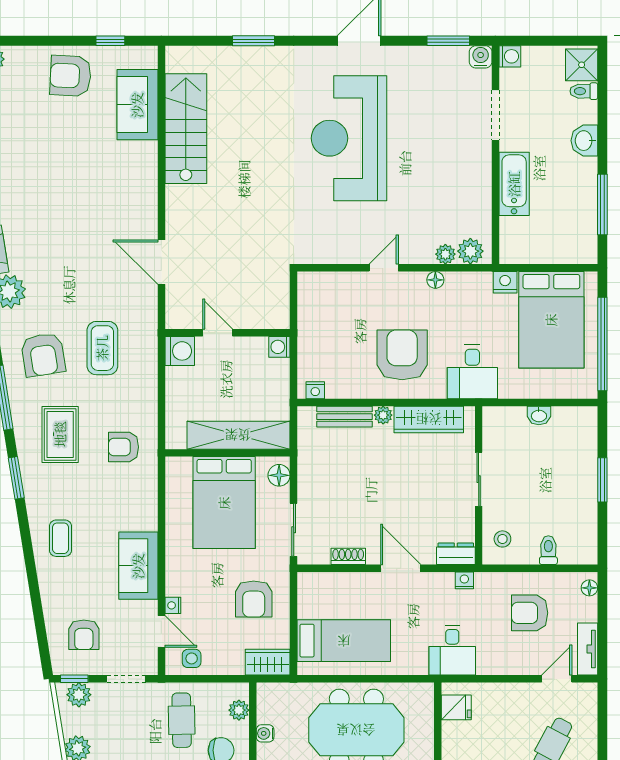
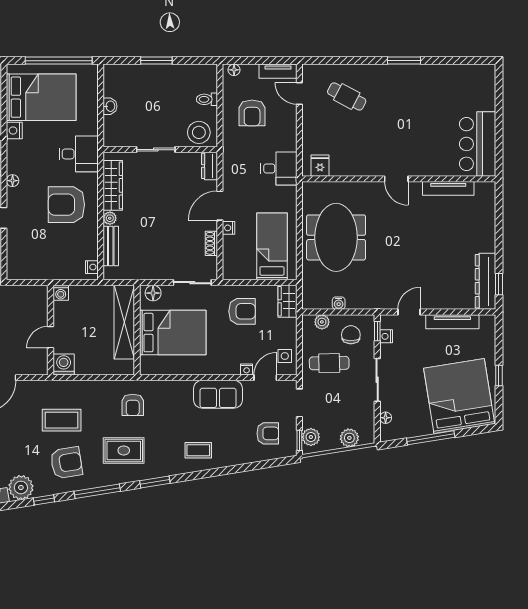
stool: (502, 539) -> (199, 132), width x1.89, depth x1.89
nightstand: (464, 580) -> (229, 228), moved

